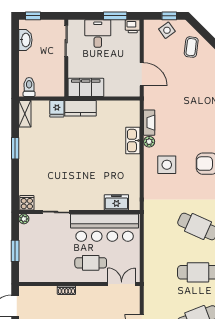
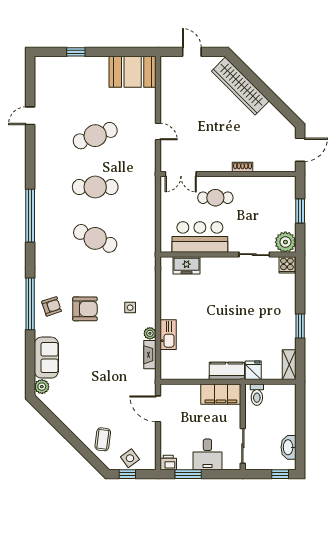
toilet: (29, 87) -> (257, 395), moved
side table: (167, 165) -> (130, 308), width x0.54, depth x0.54
plant: (24, 219) -> (285, 242), width x1.87, depth x1.87
bar counter: (105, 228) -> (200, 237), width x0.73

